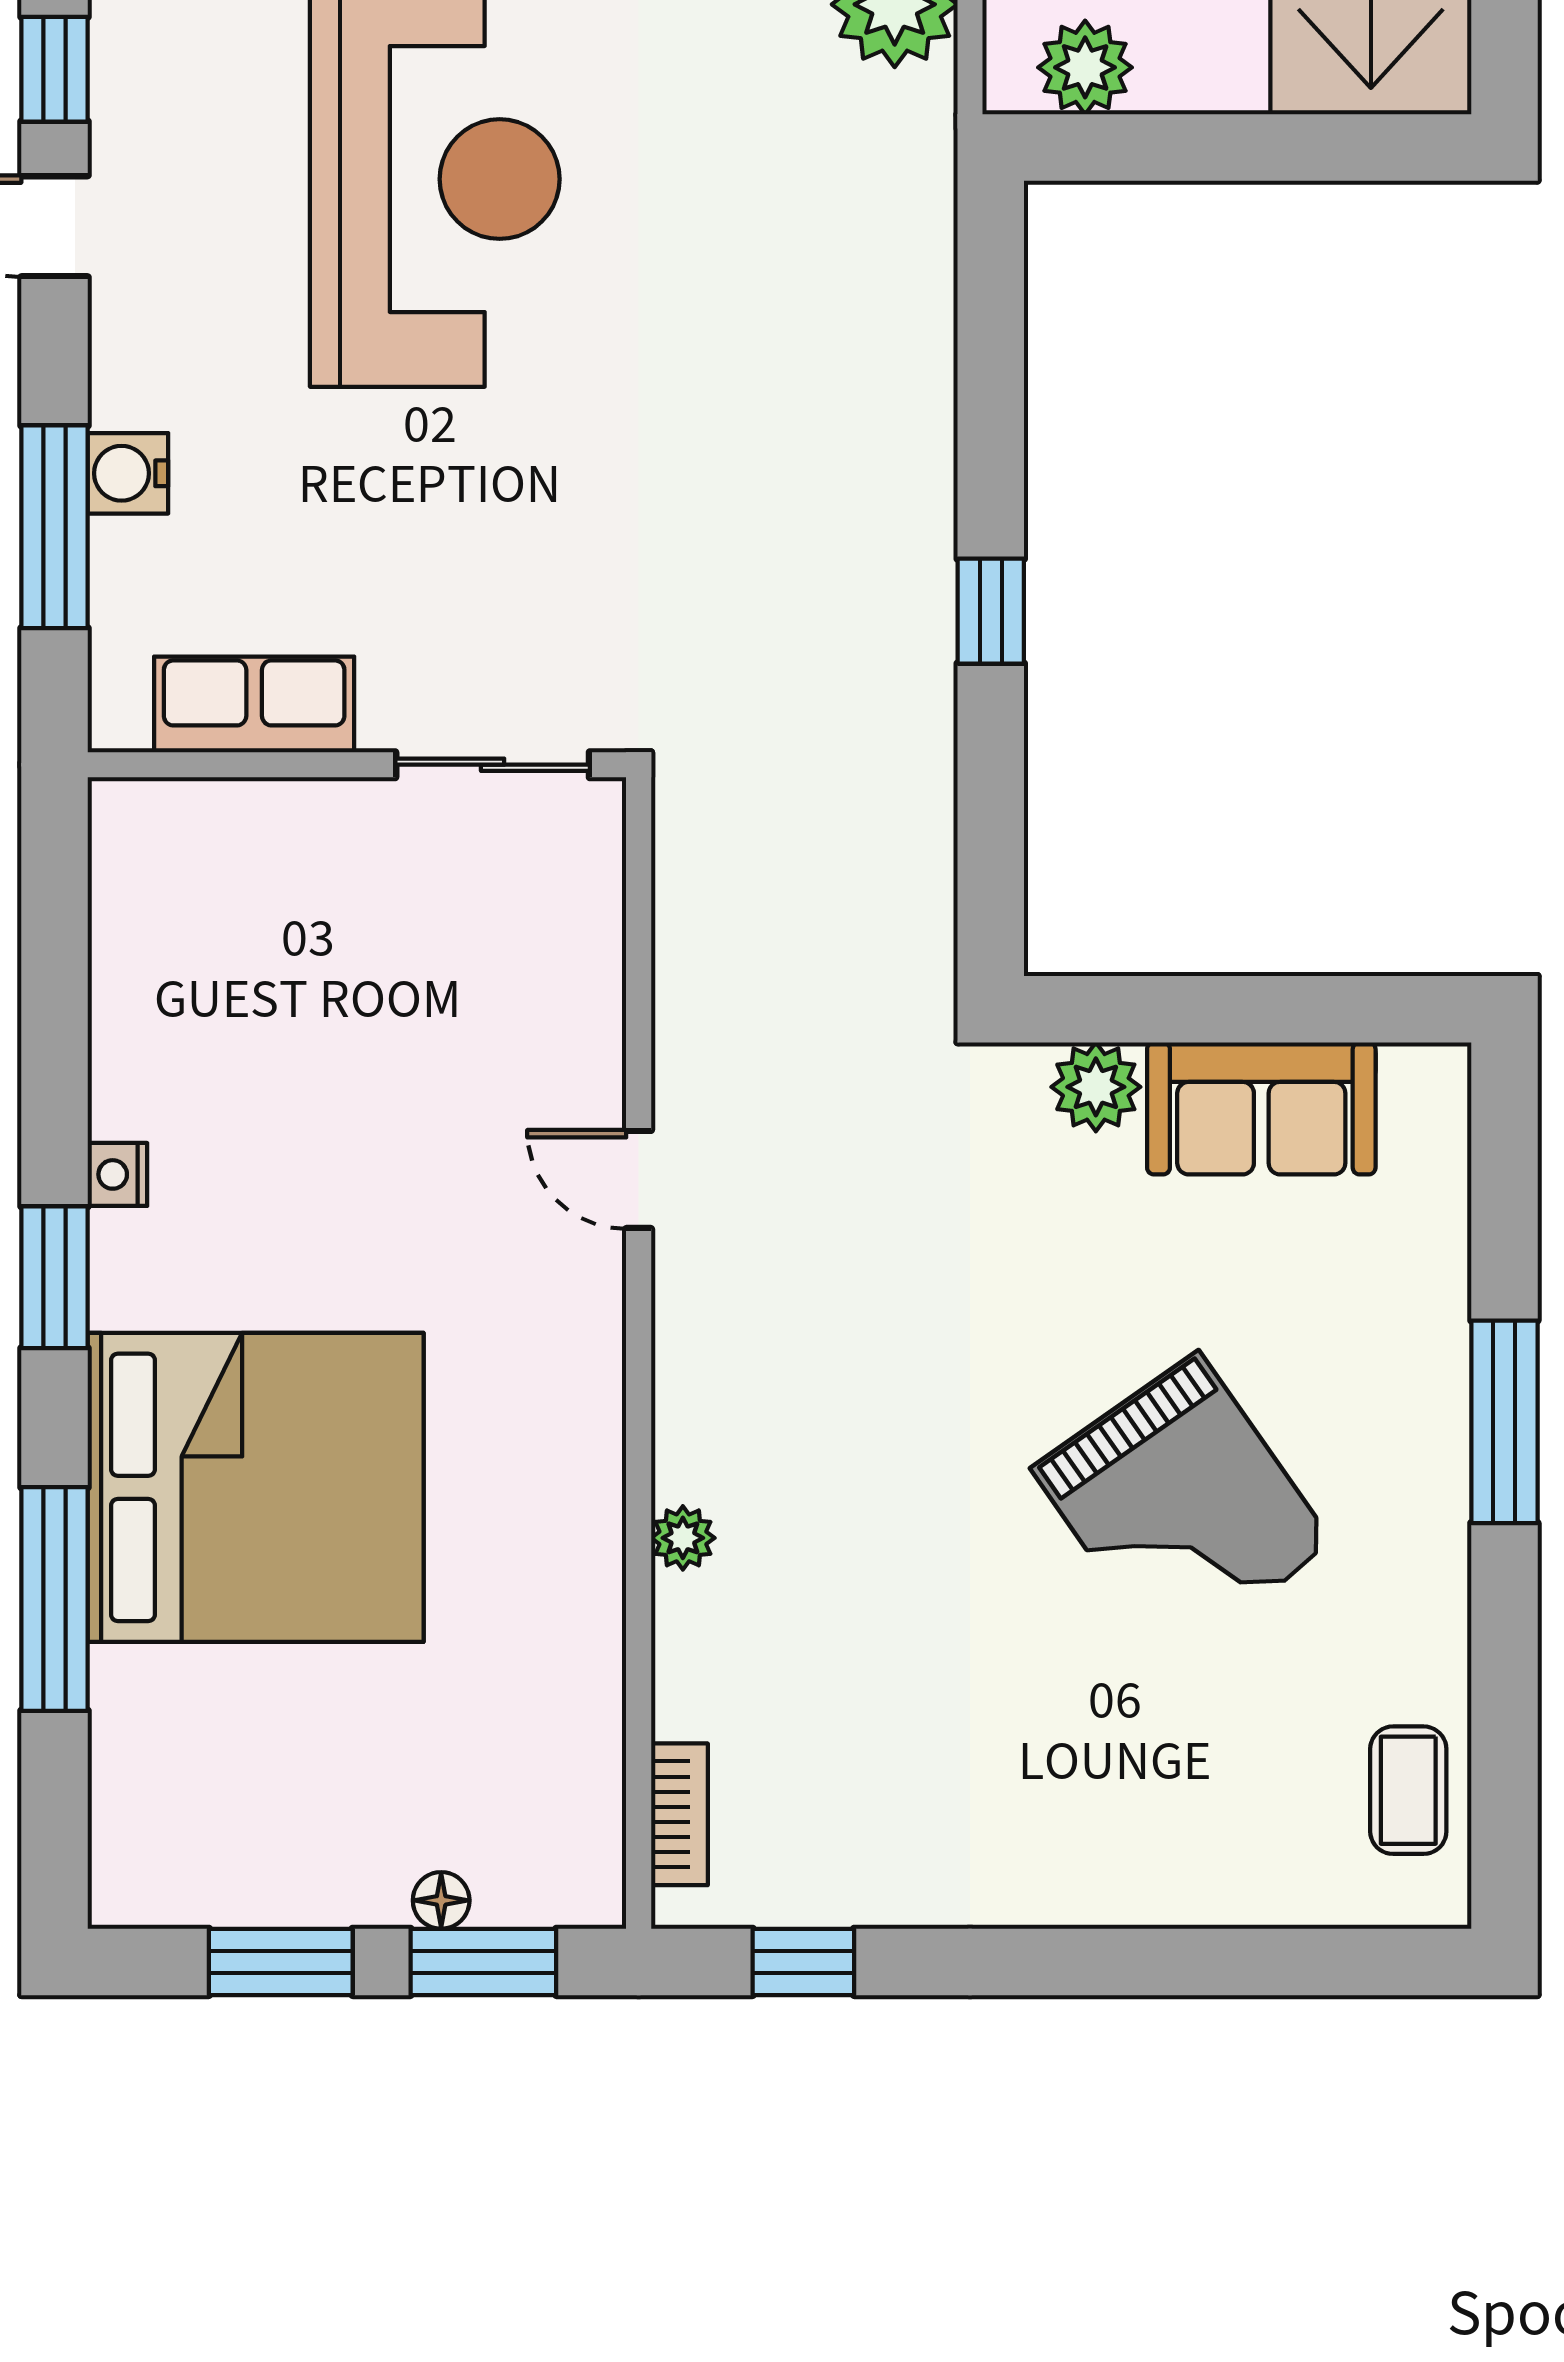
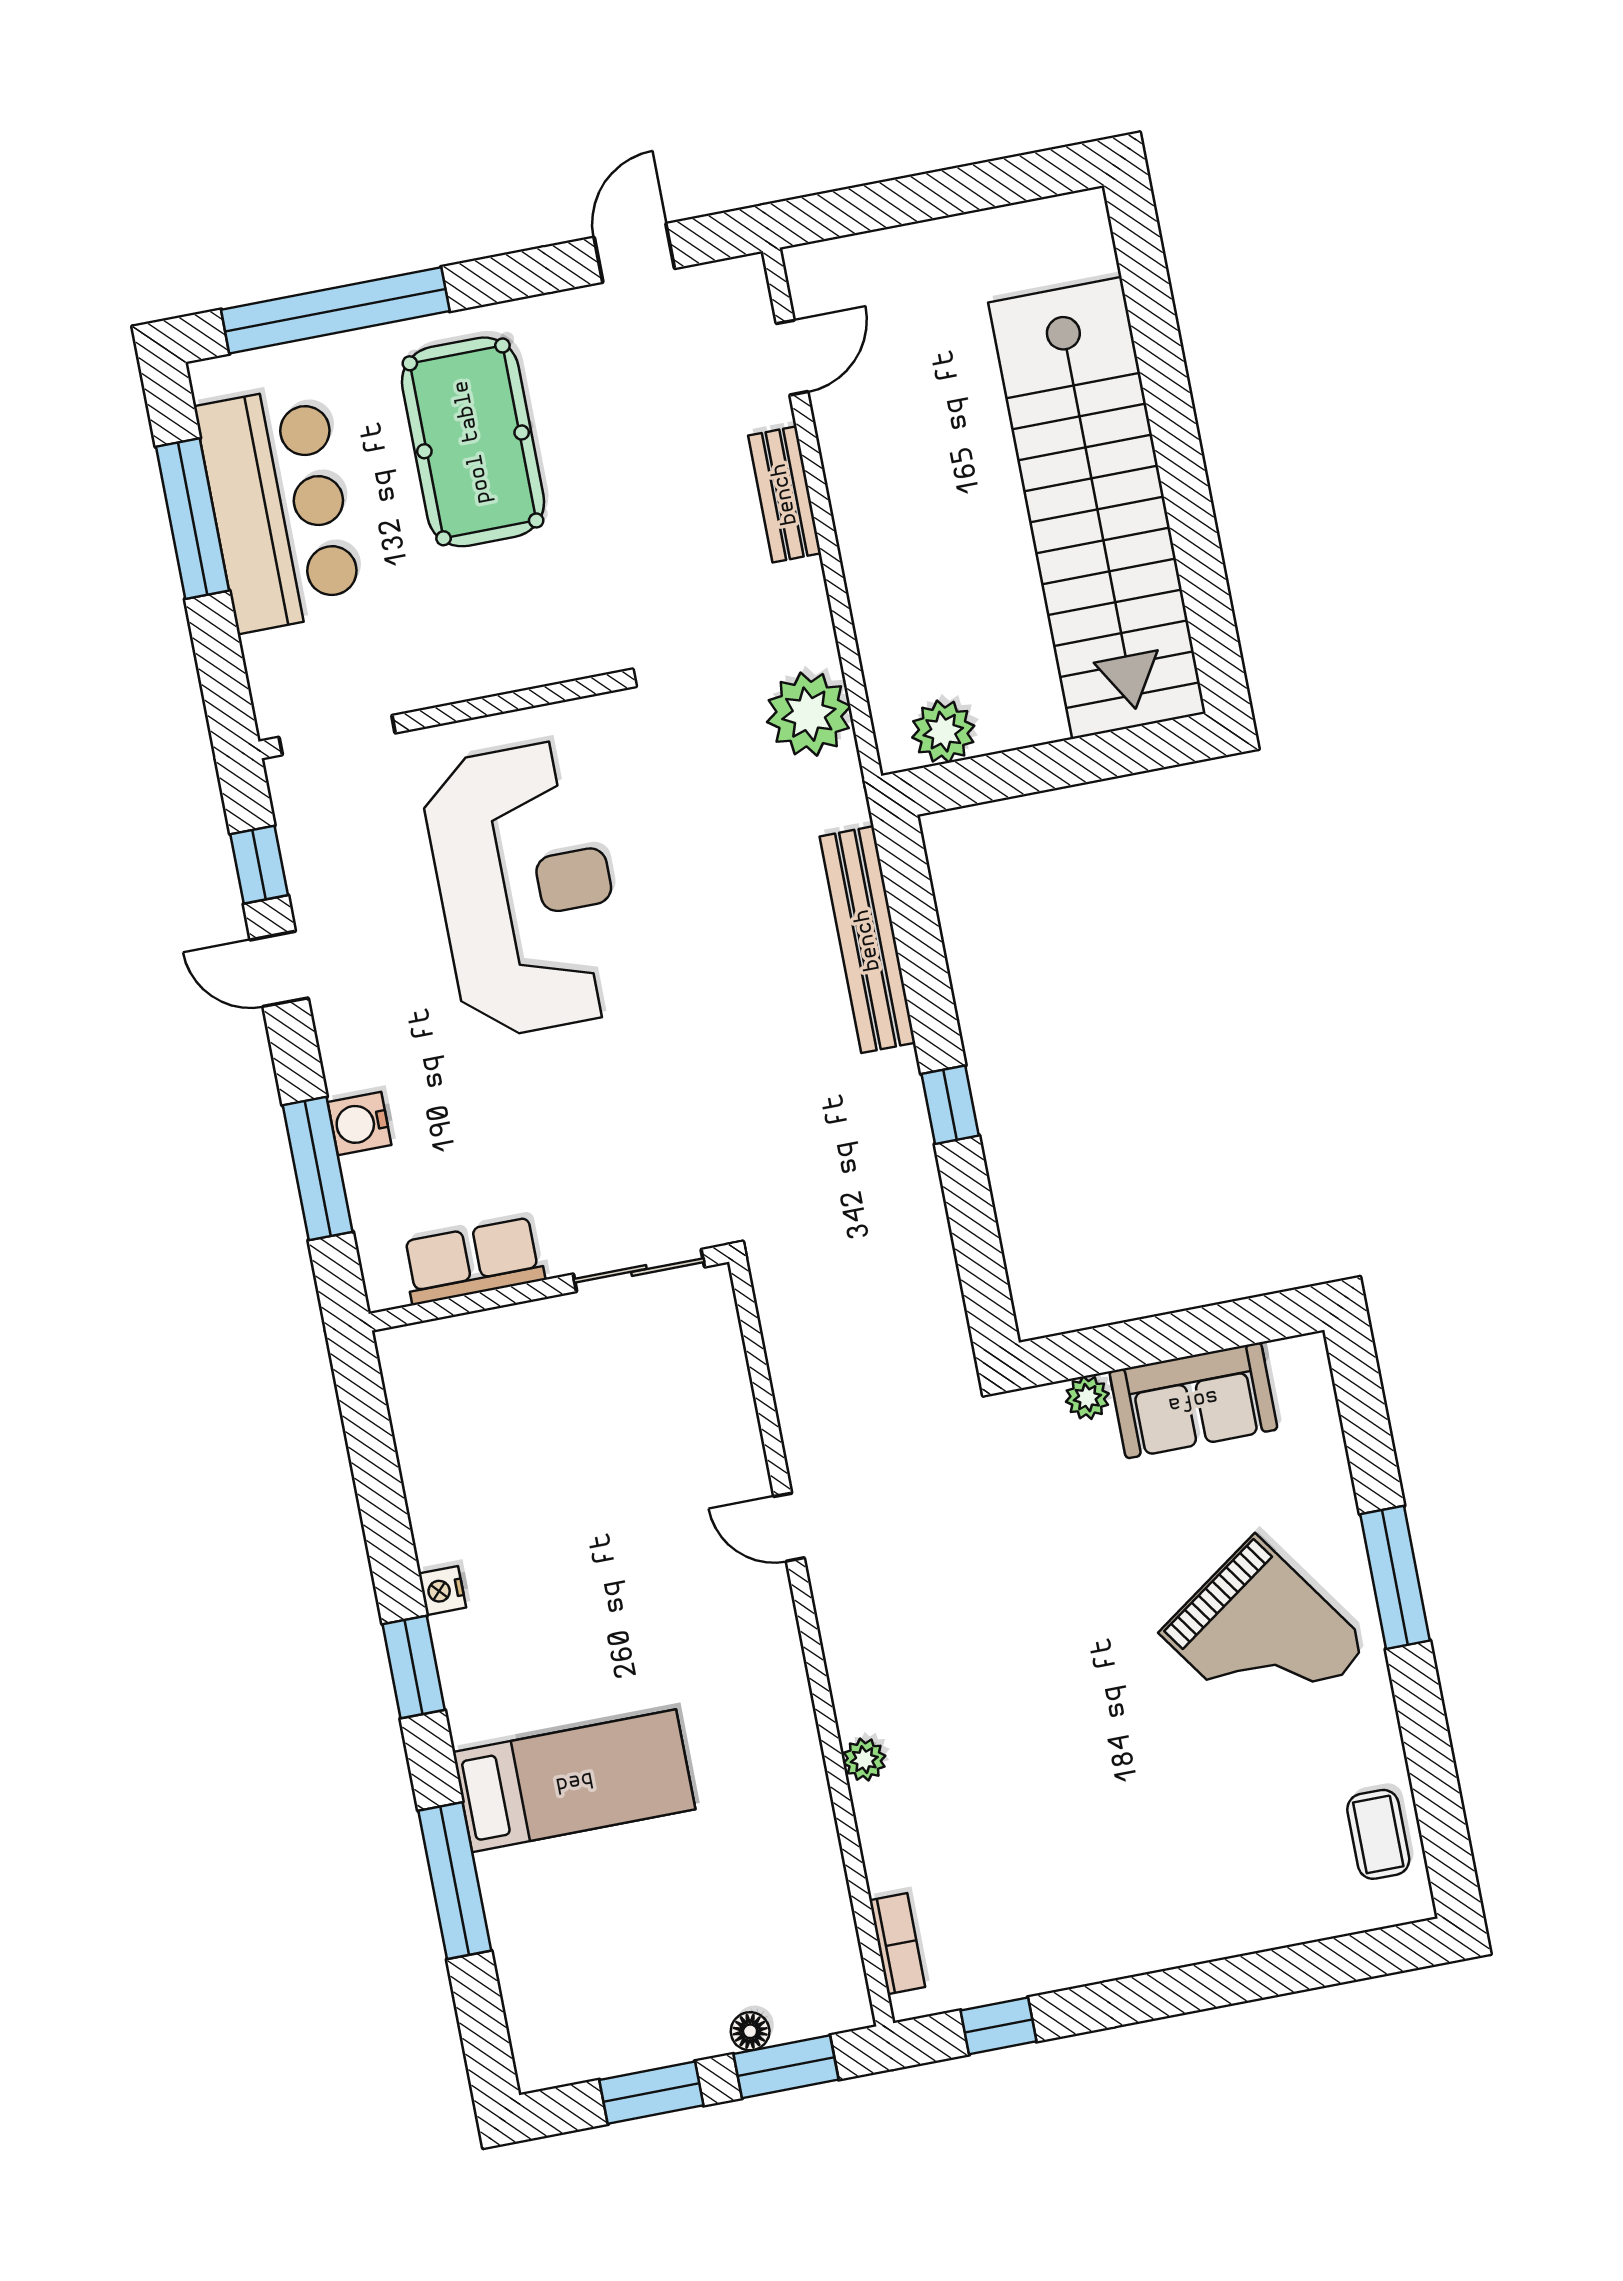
bench: (917, 348) -> (868, 940), added
plant: (1096, 1087) -> (1087, 1398), width x0.73, depth x0.73
bed: (256, 1487) -> (574, 1781), width x0.49
grand piano: (1183, 1507) -> (1264, 1639), moved

